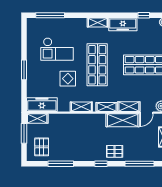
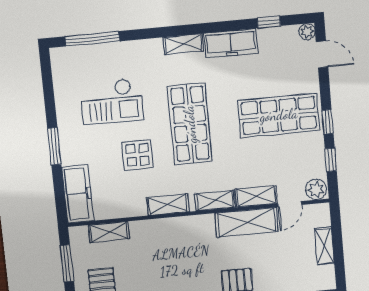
freezer: (42, 105) -> (78, 194), moved, turned 90
shelving: (37, 119) -> (109, 232), moved

